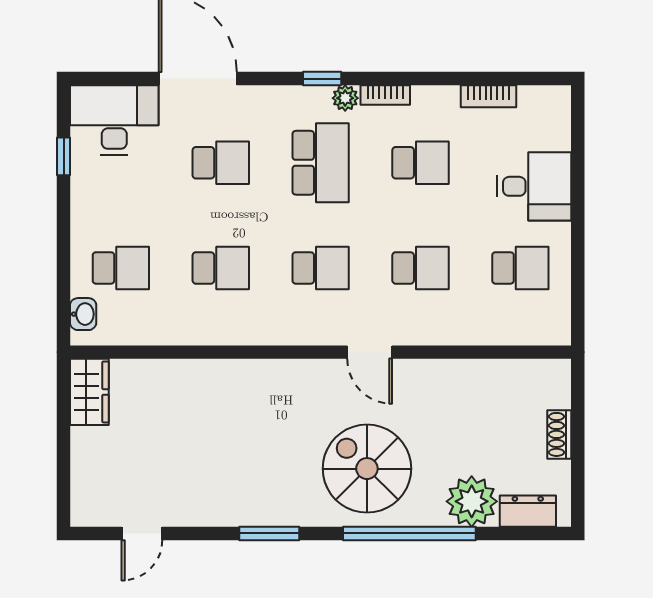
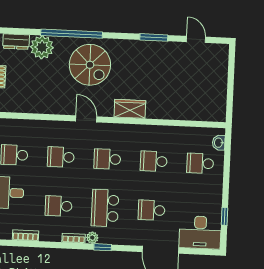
wardrobe: (89, 392) -> (130, 109), moved, turned 90
door: (142, 533) -> (196, 39), hinge flipped
window: (269, 533) -> (154, 37), moved

